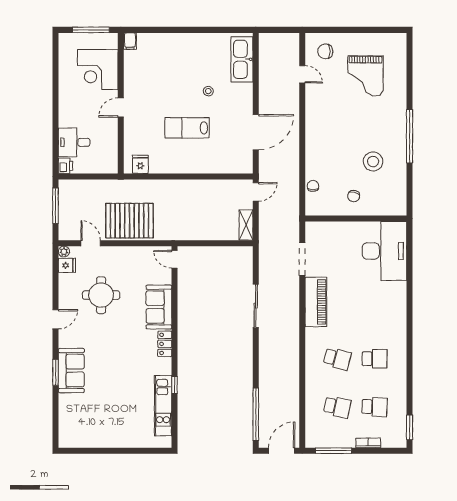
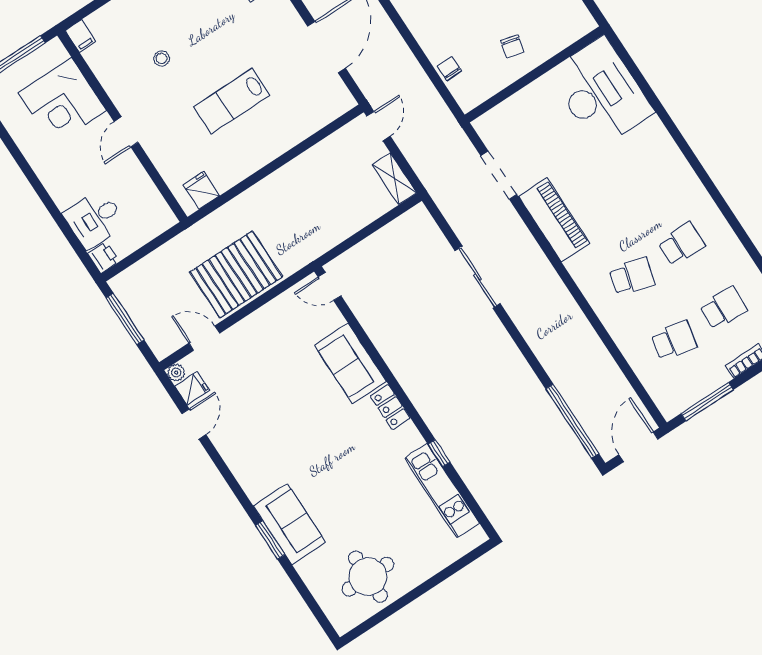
stool: (208, 91) -> (162, 58), moved
round table: (101, 295) -> (368, 577), moved
door: (56, 319) -> (194, 424), moved

